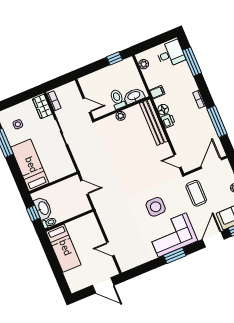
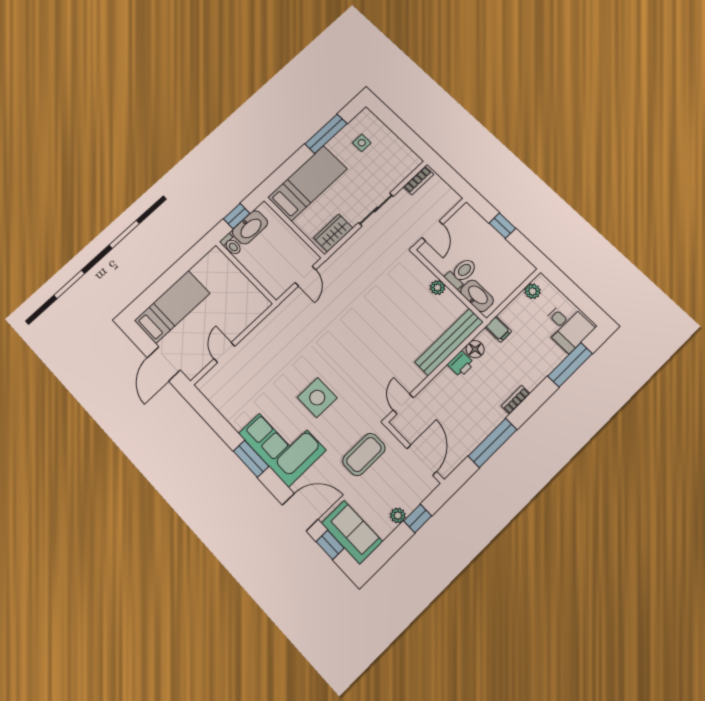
window: (115, 58) -> (502, 226), moved
wardrobe: (42, 106) -> (333, 233), moved
door: (211, 163) -> (422, 460), hinge flipped
bed: (64, 248) -> (172, 307), moved, turned 180

